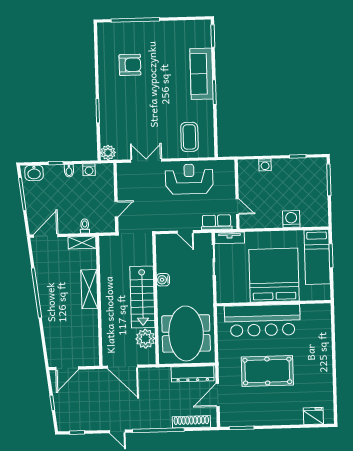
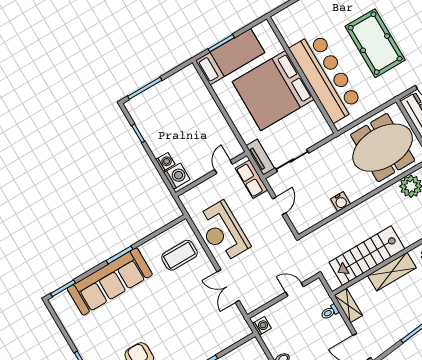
sofa: (201, 74) -> (110, 281), width x1.36, depth x1.27
plant: (108, 153) -> (241, 330), removed
washing machine: (89, 170) -> (262, 326), moved
washing machine: (291, 219) -> (177, 176), moved, turned 180
stairs: (142, 297) -> (367, 256), moved, turned 180

